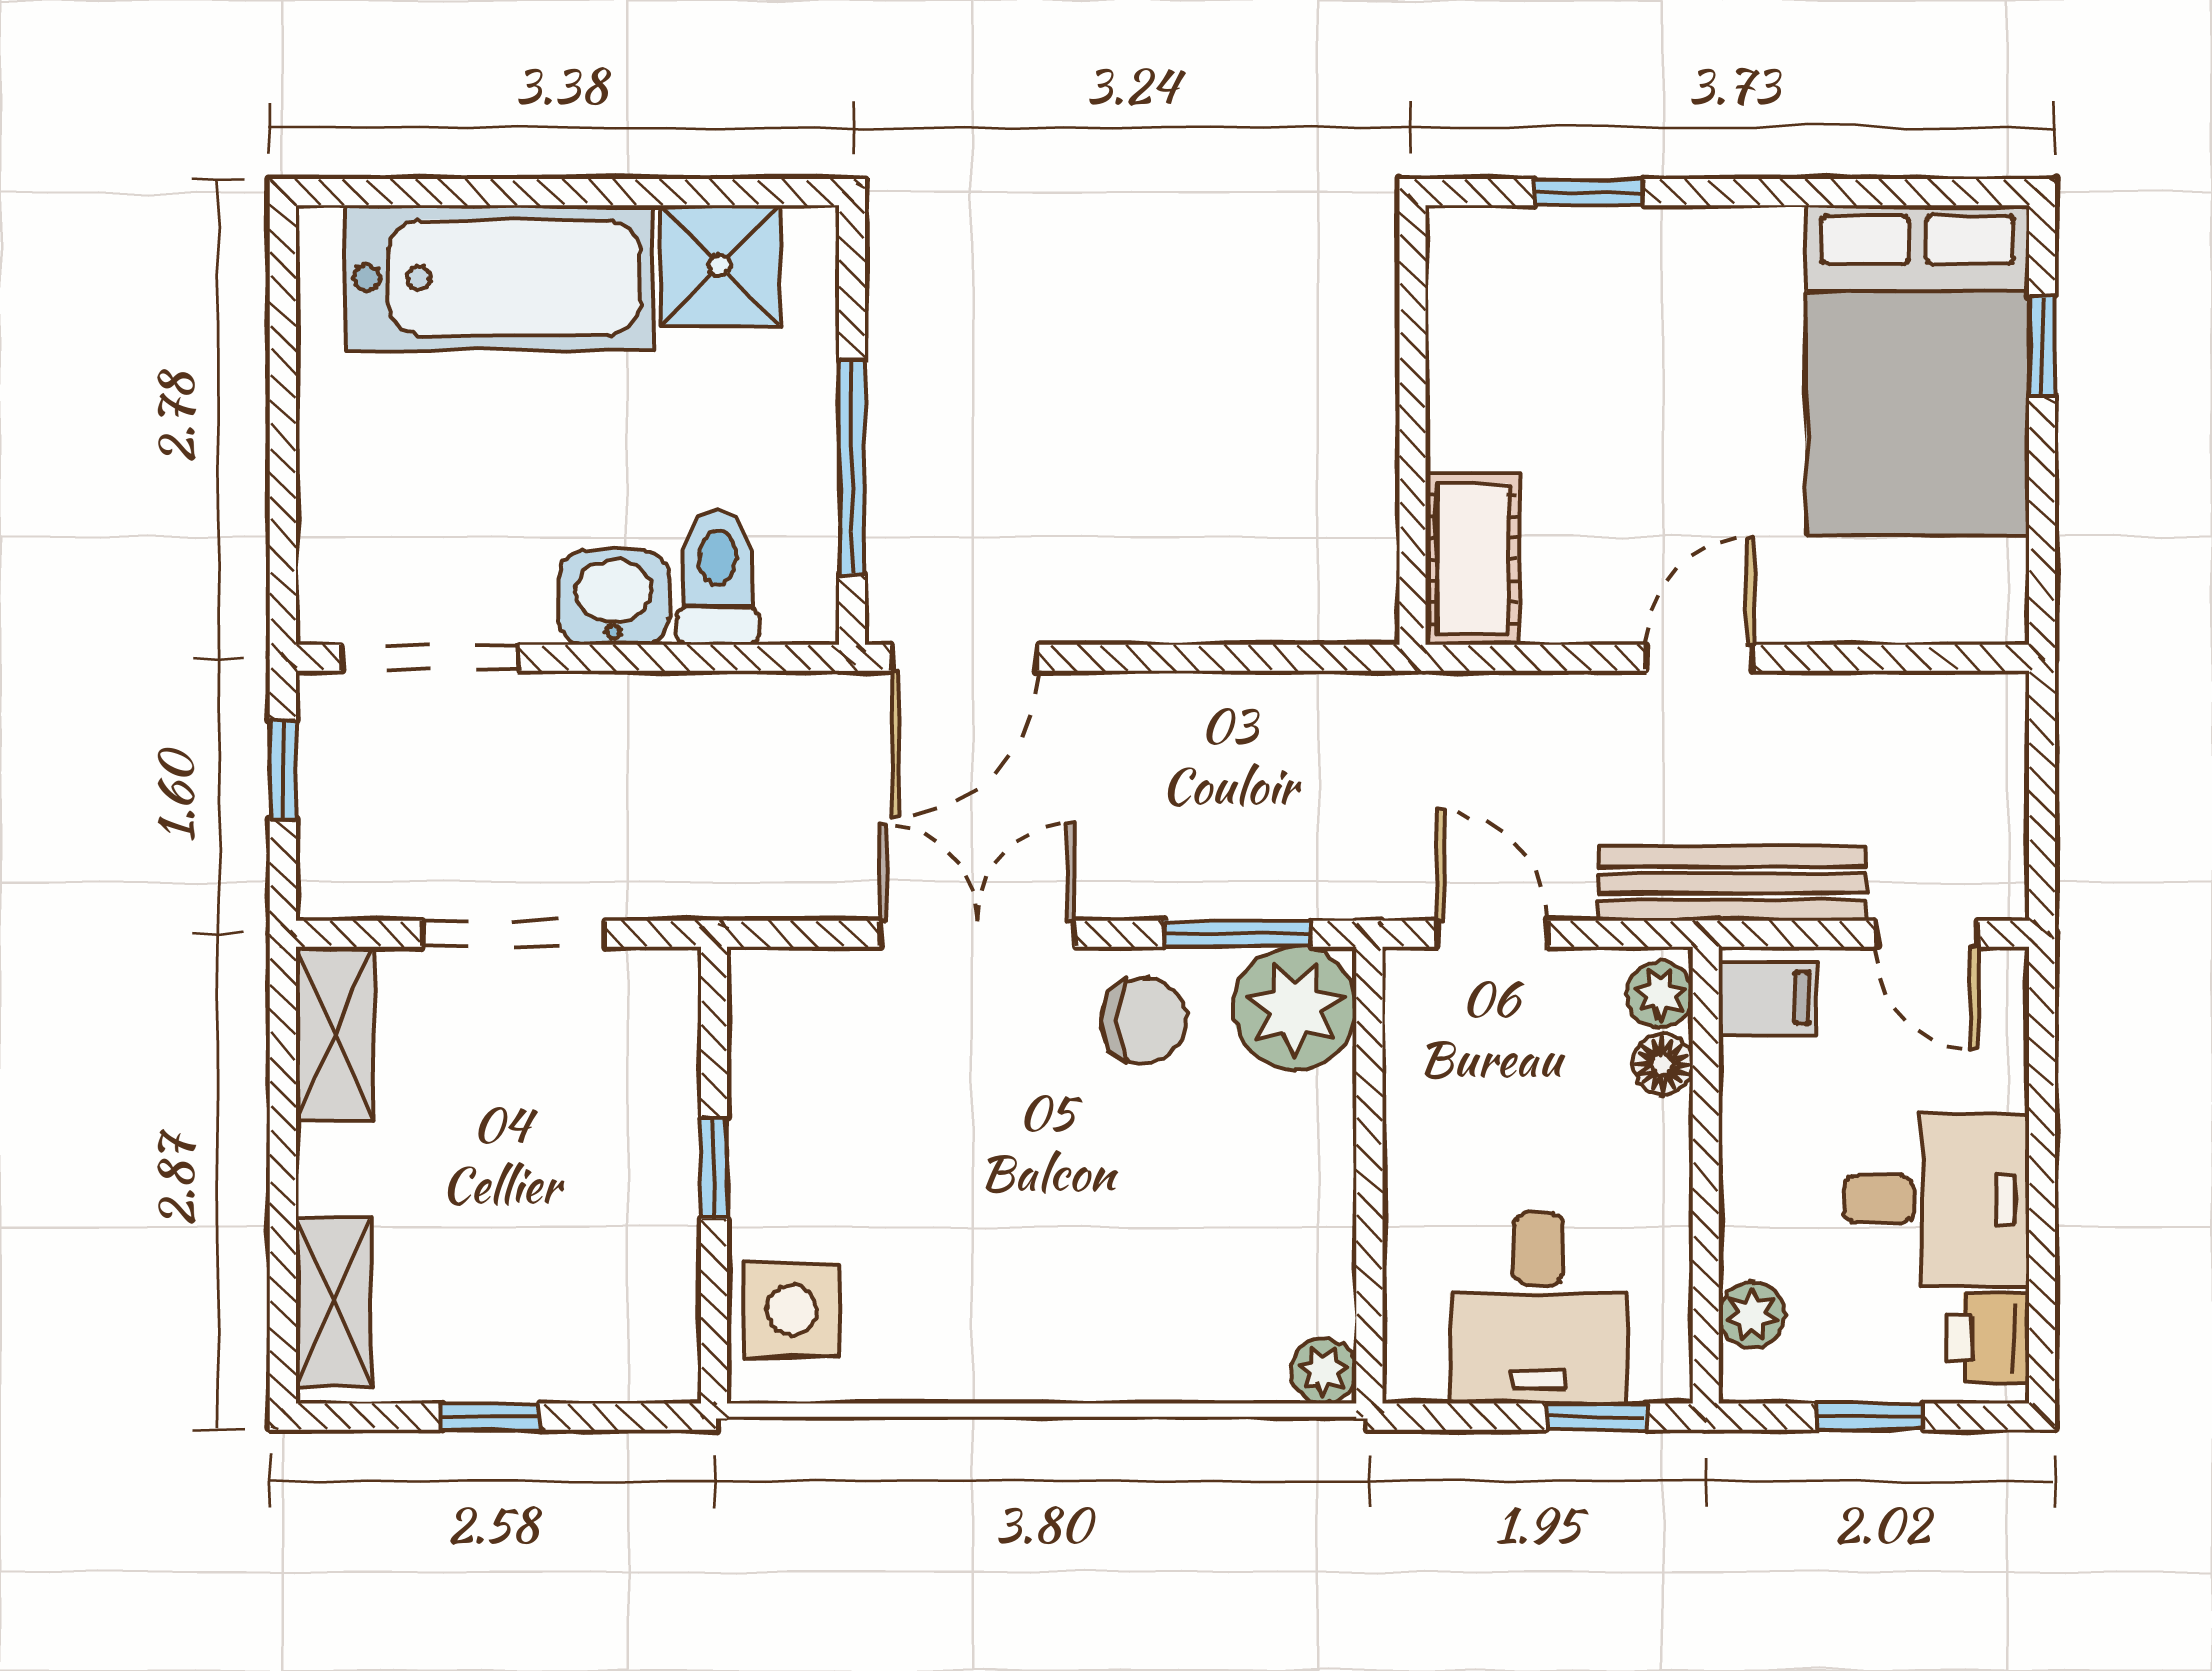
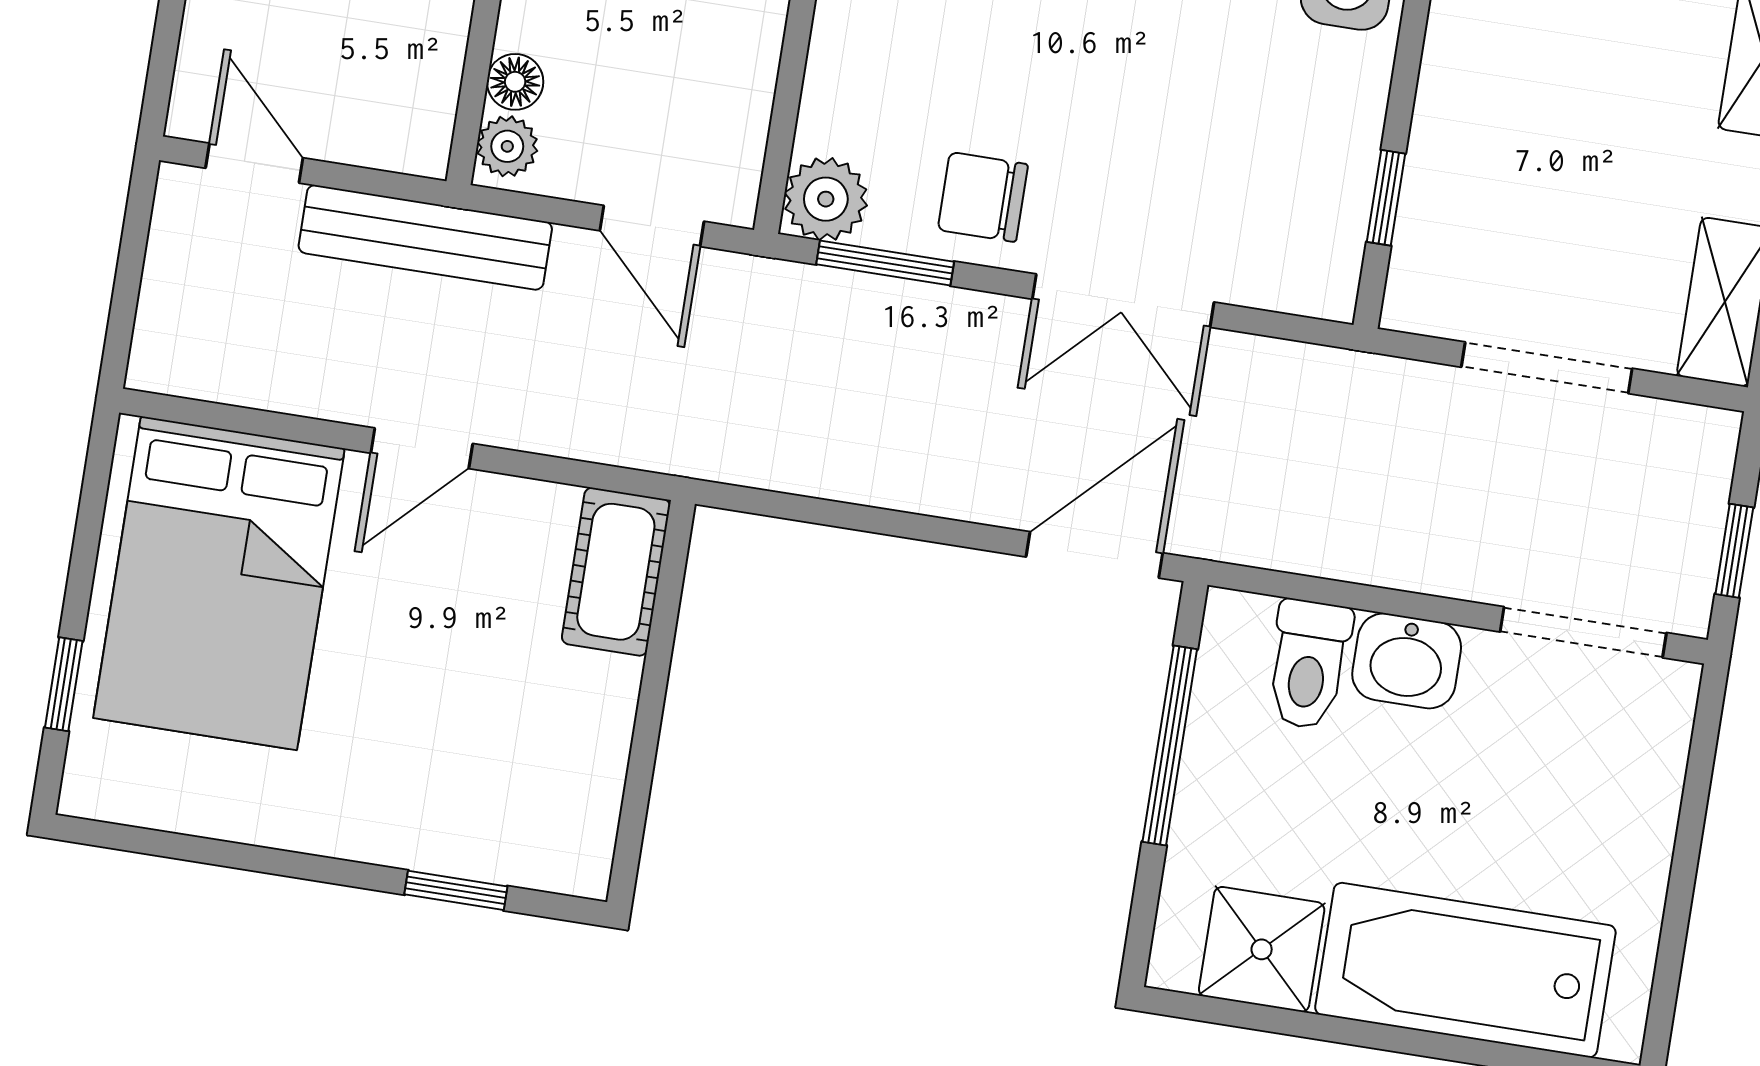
bed: (1918, 370) -> (219, 583), moved, turned 180
filing cabinet: (1768, 998) -> (409, 128), removed
plant: (1295, 1008) -> (826, 199), width x0.73, depth x0.73
window: (714, 1168) -> (1386, 198), moved

